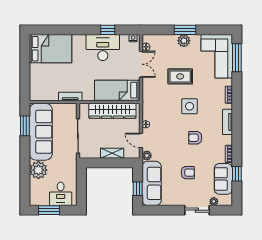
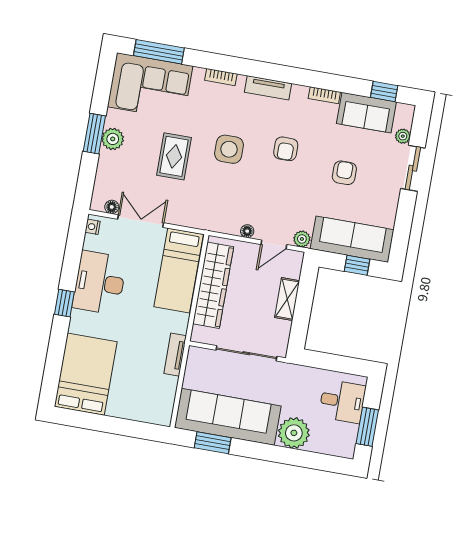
window: (108, 30) -> (64, 303), moved
window: (237, 174) -> (384, 91), moved

